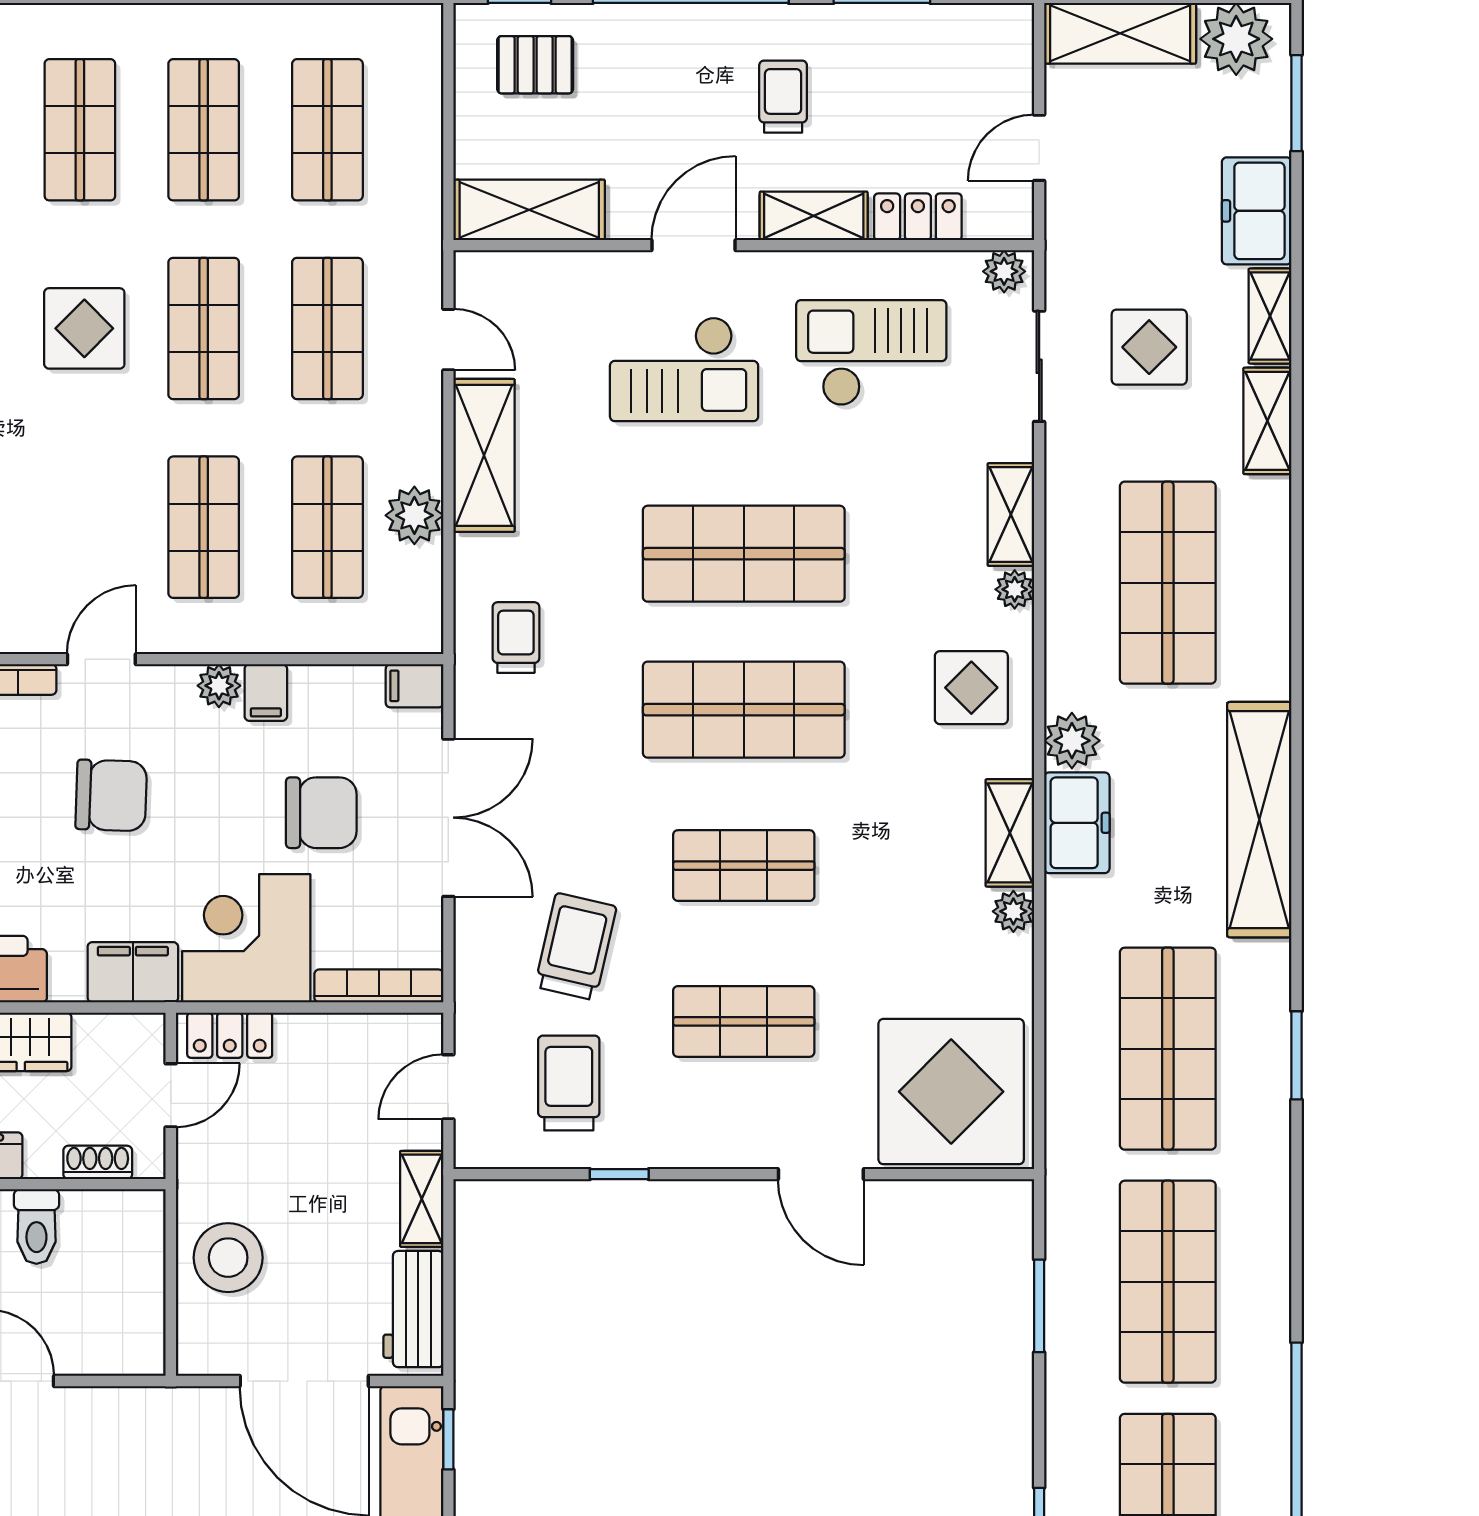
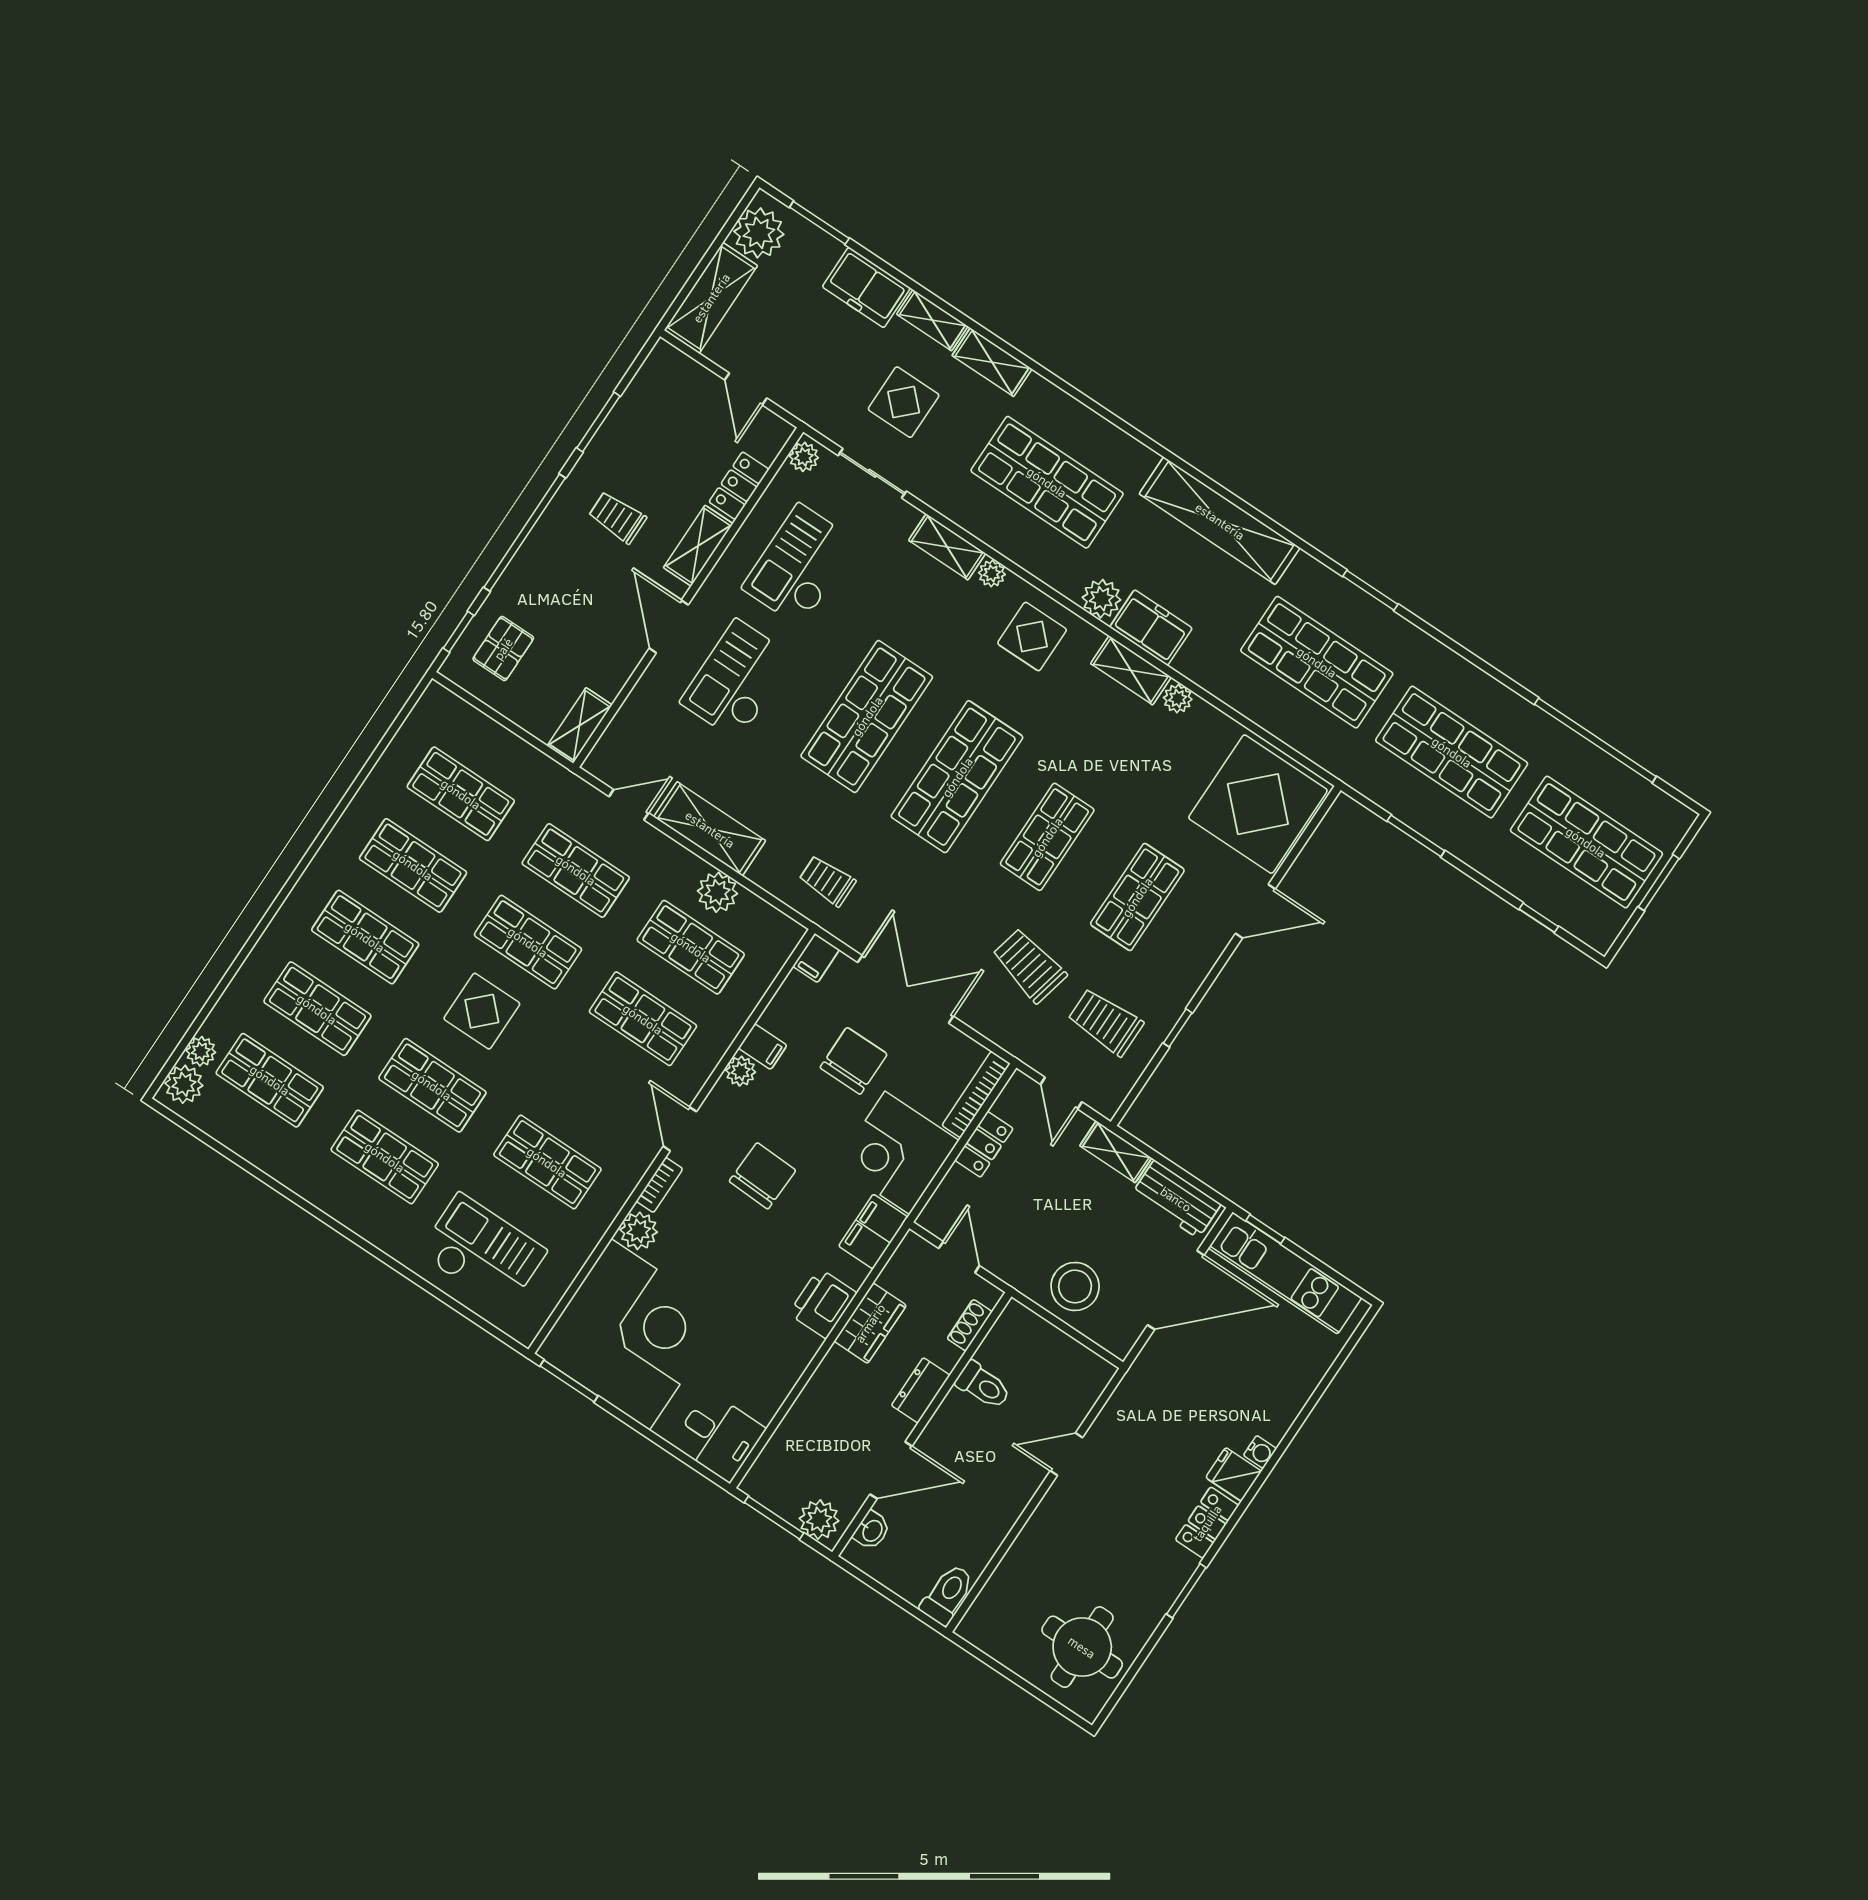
shelving: (529, 210) -> (580, 725), width x0.67, depth x0.75
checkout: (684, 369) -> (737, 680), turned 180
locker: (230, 1035) -> (984, 1144), moved

